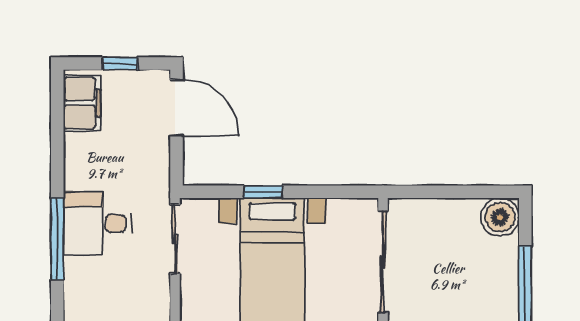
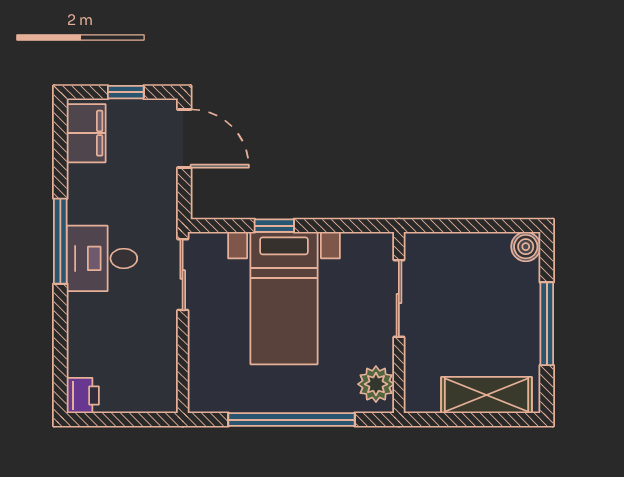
boiler: (500, 217) -> (526, 247), width x0.73, depth x0.73
window: (57, 239) -> (60, 241), moved
sliding door: (383, 262) -> (399, 299), width x0.73

